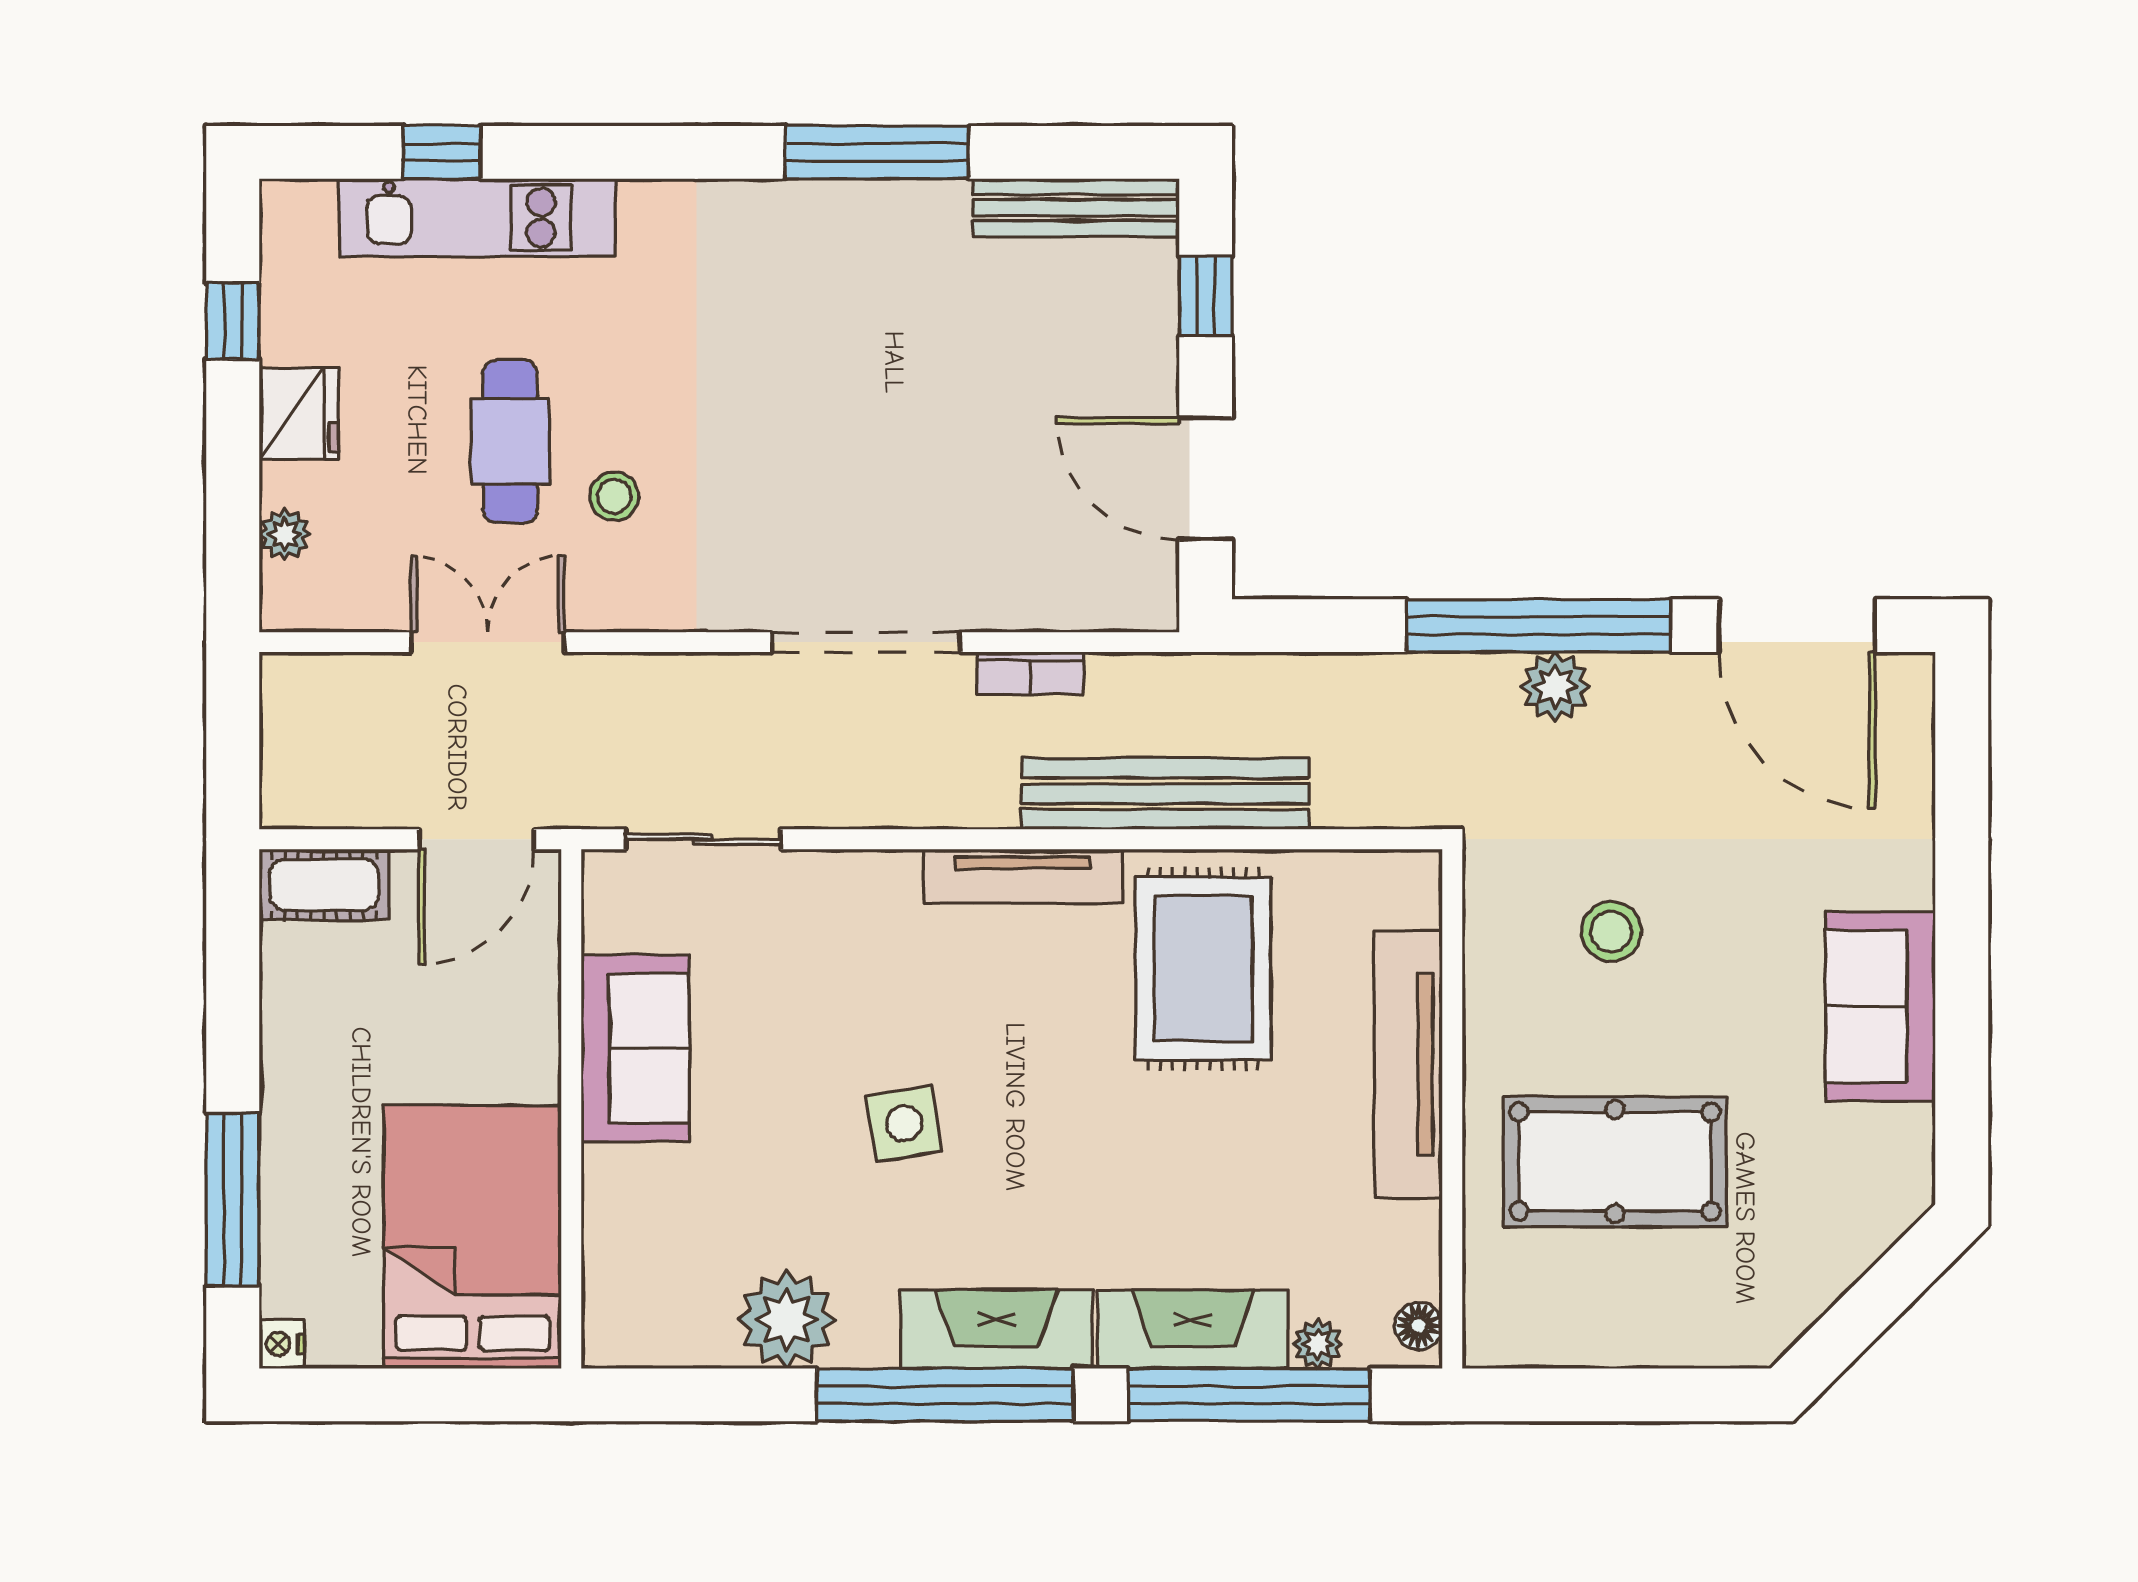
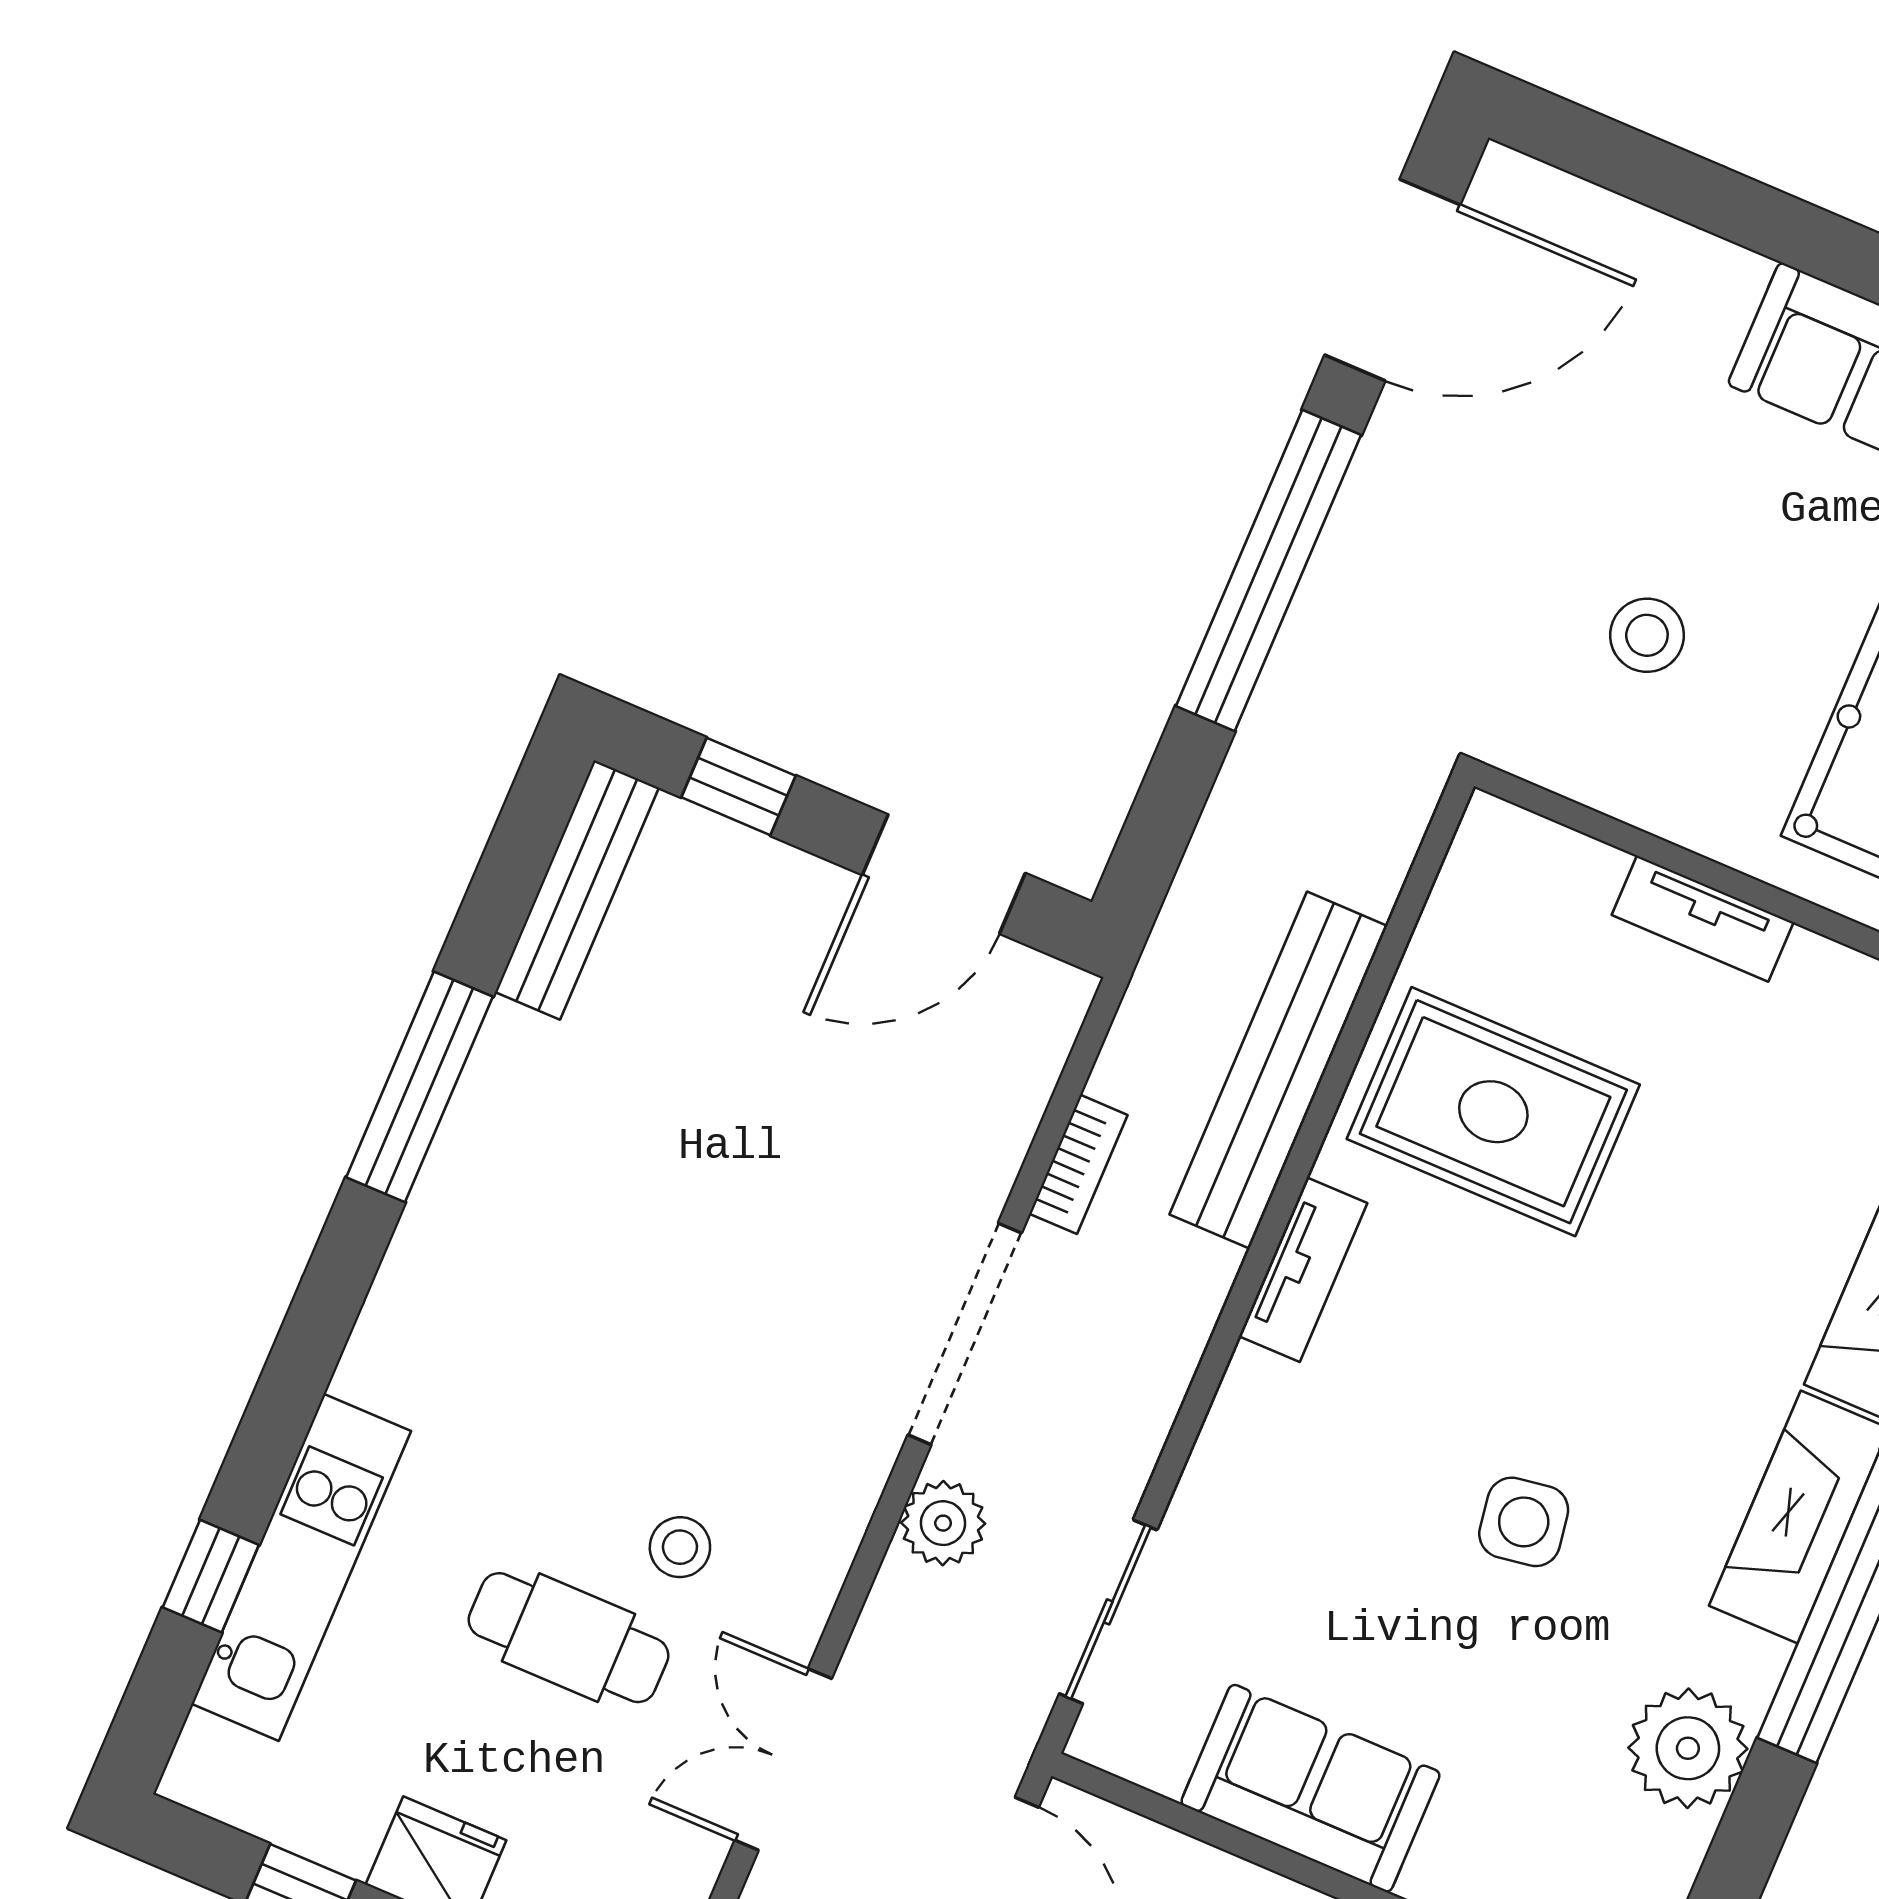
plant: (1555, 687) -> (943, 1523), moved
tv unit: (1023, 876) -> (1303, 1270), width x0.71
tv unit: (1408, 1064) -> (1703, 919), width x0.52, depth x0.78

